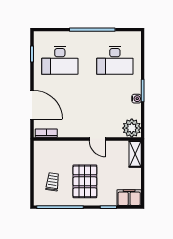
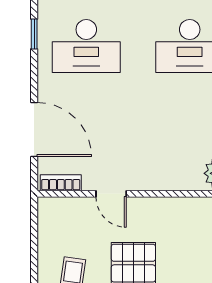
door: (97, 139) -> (111, 194), moved

